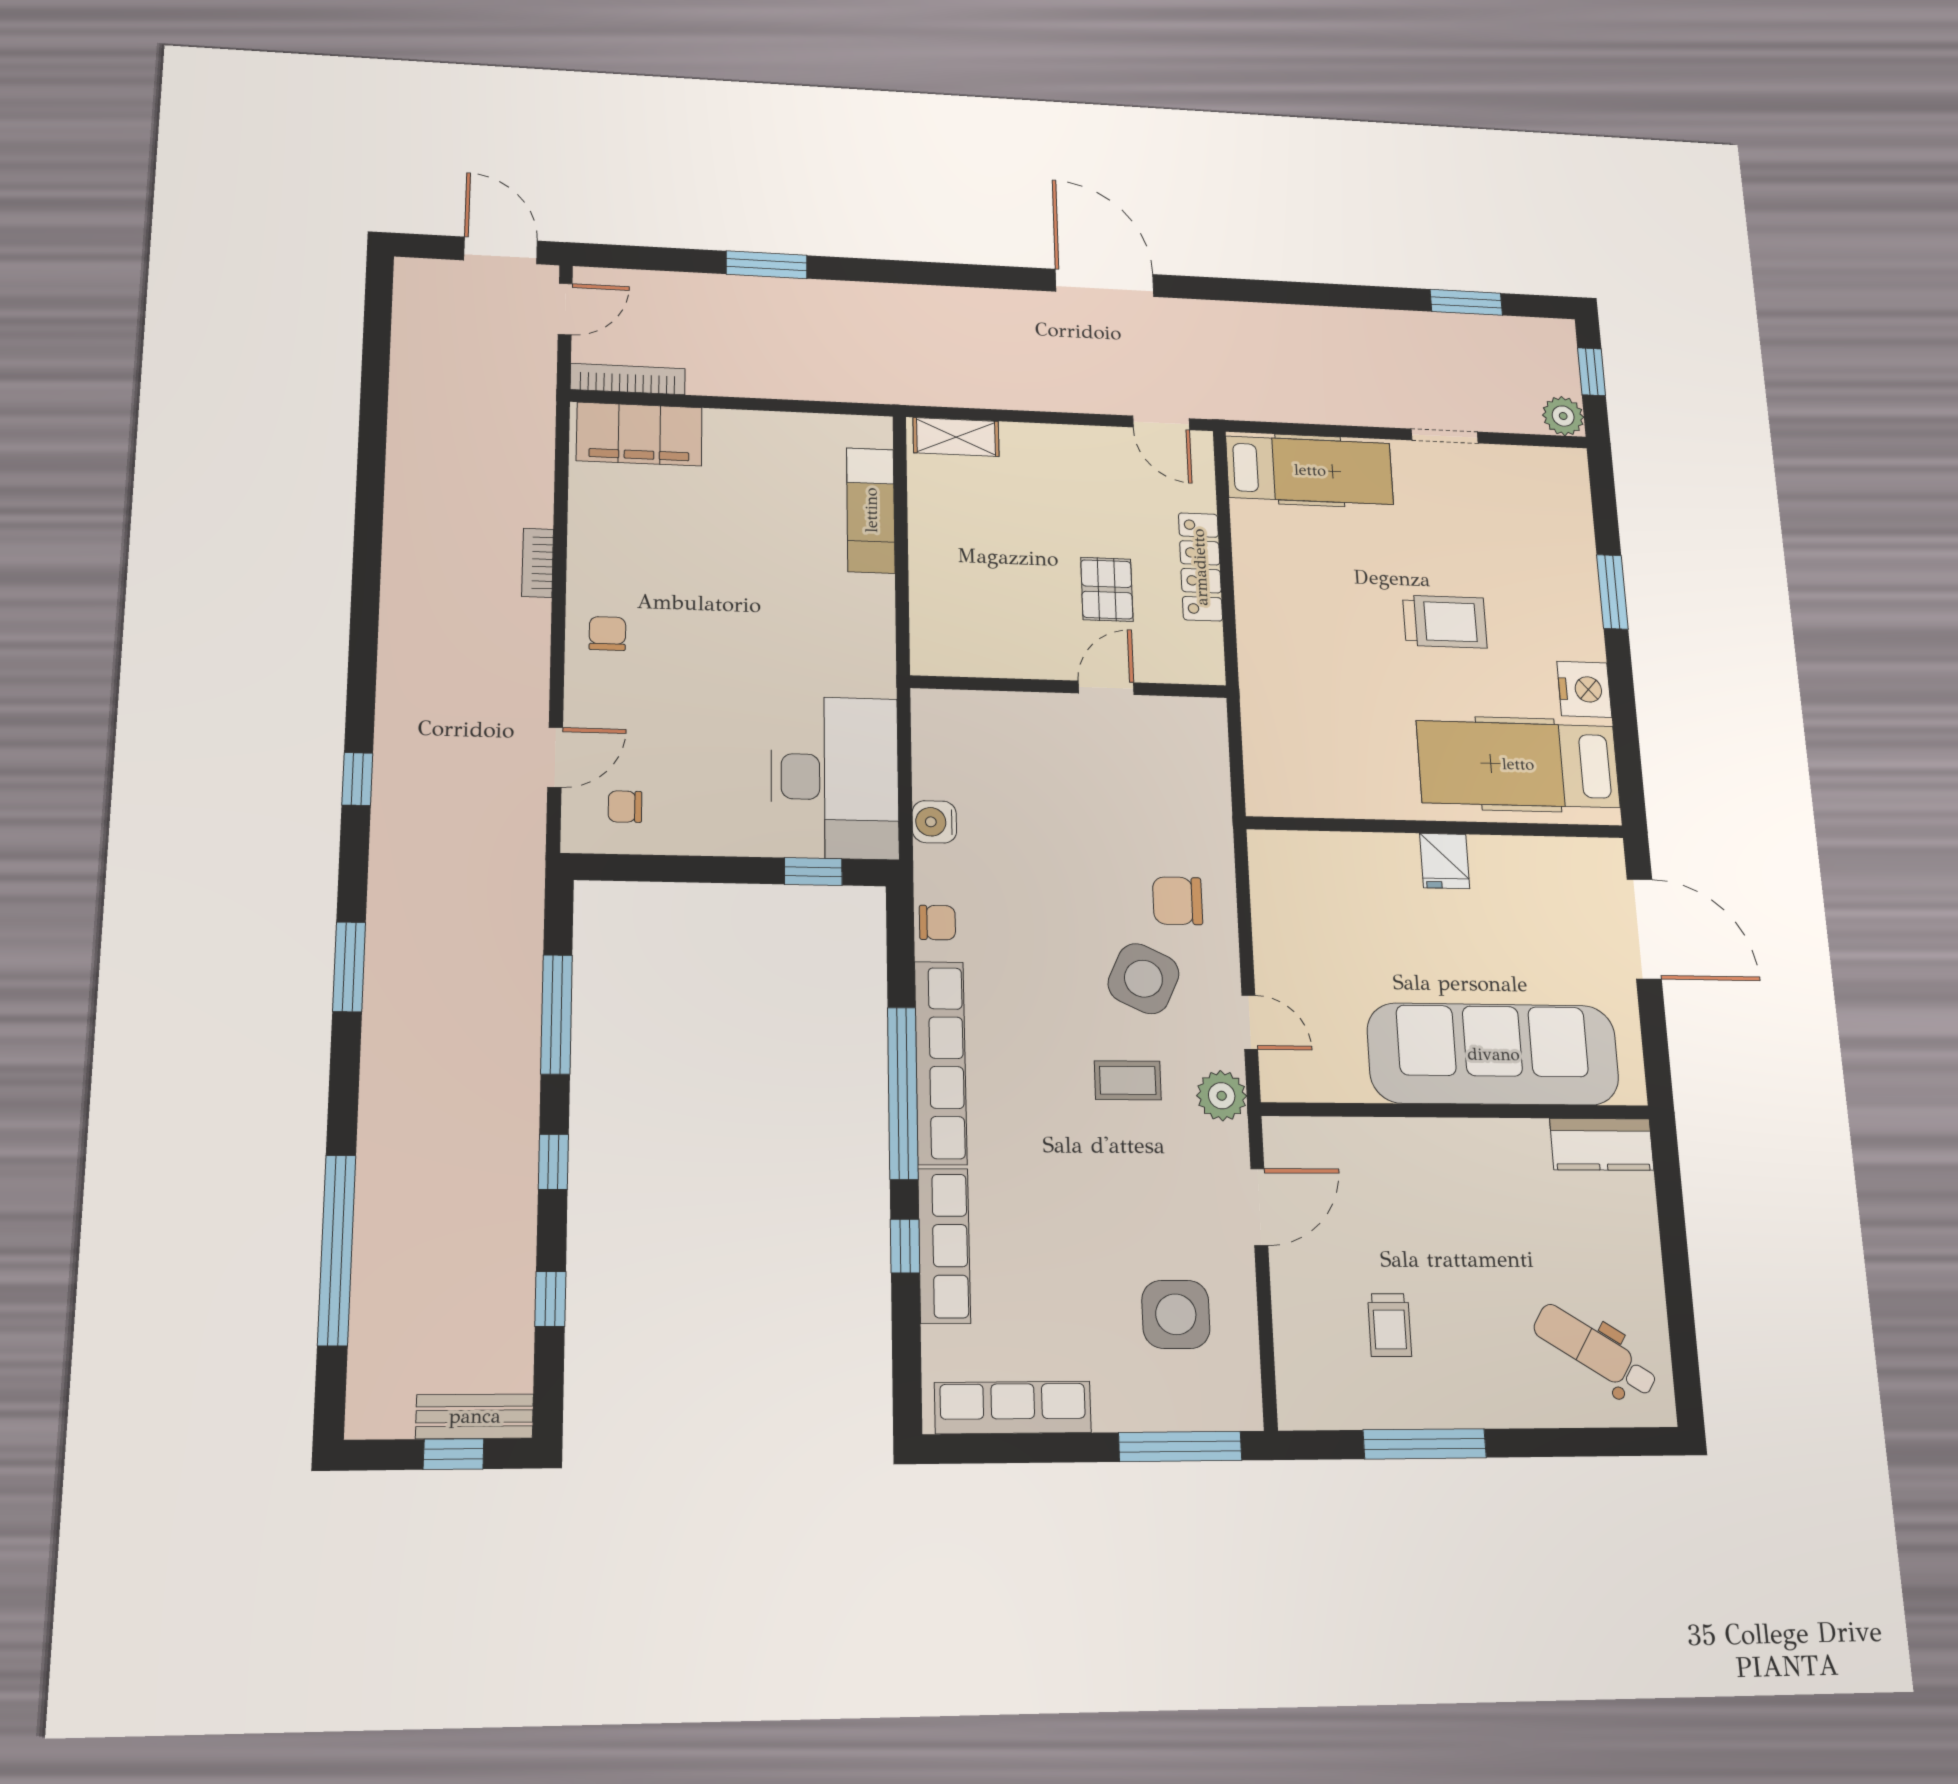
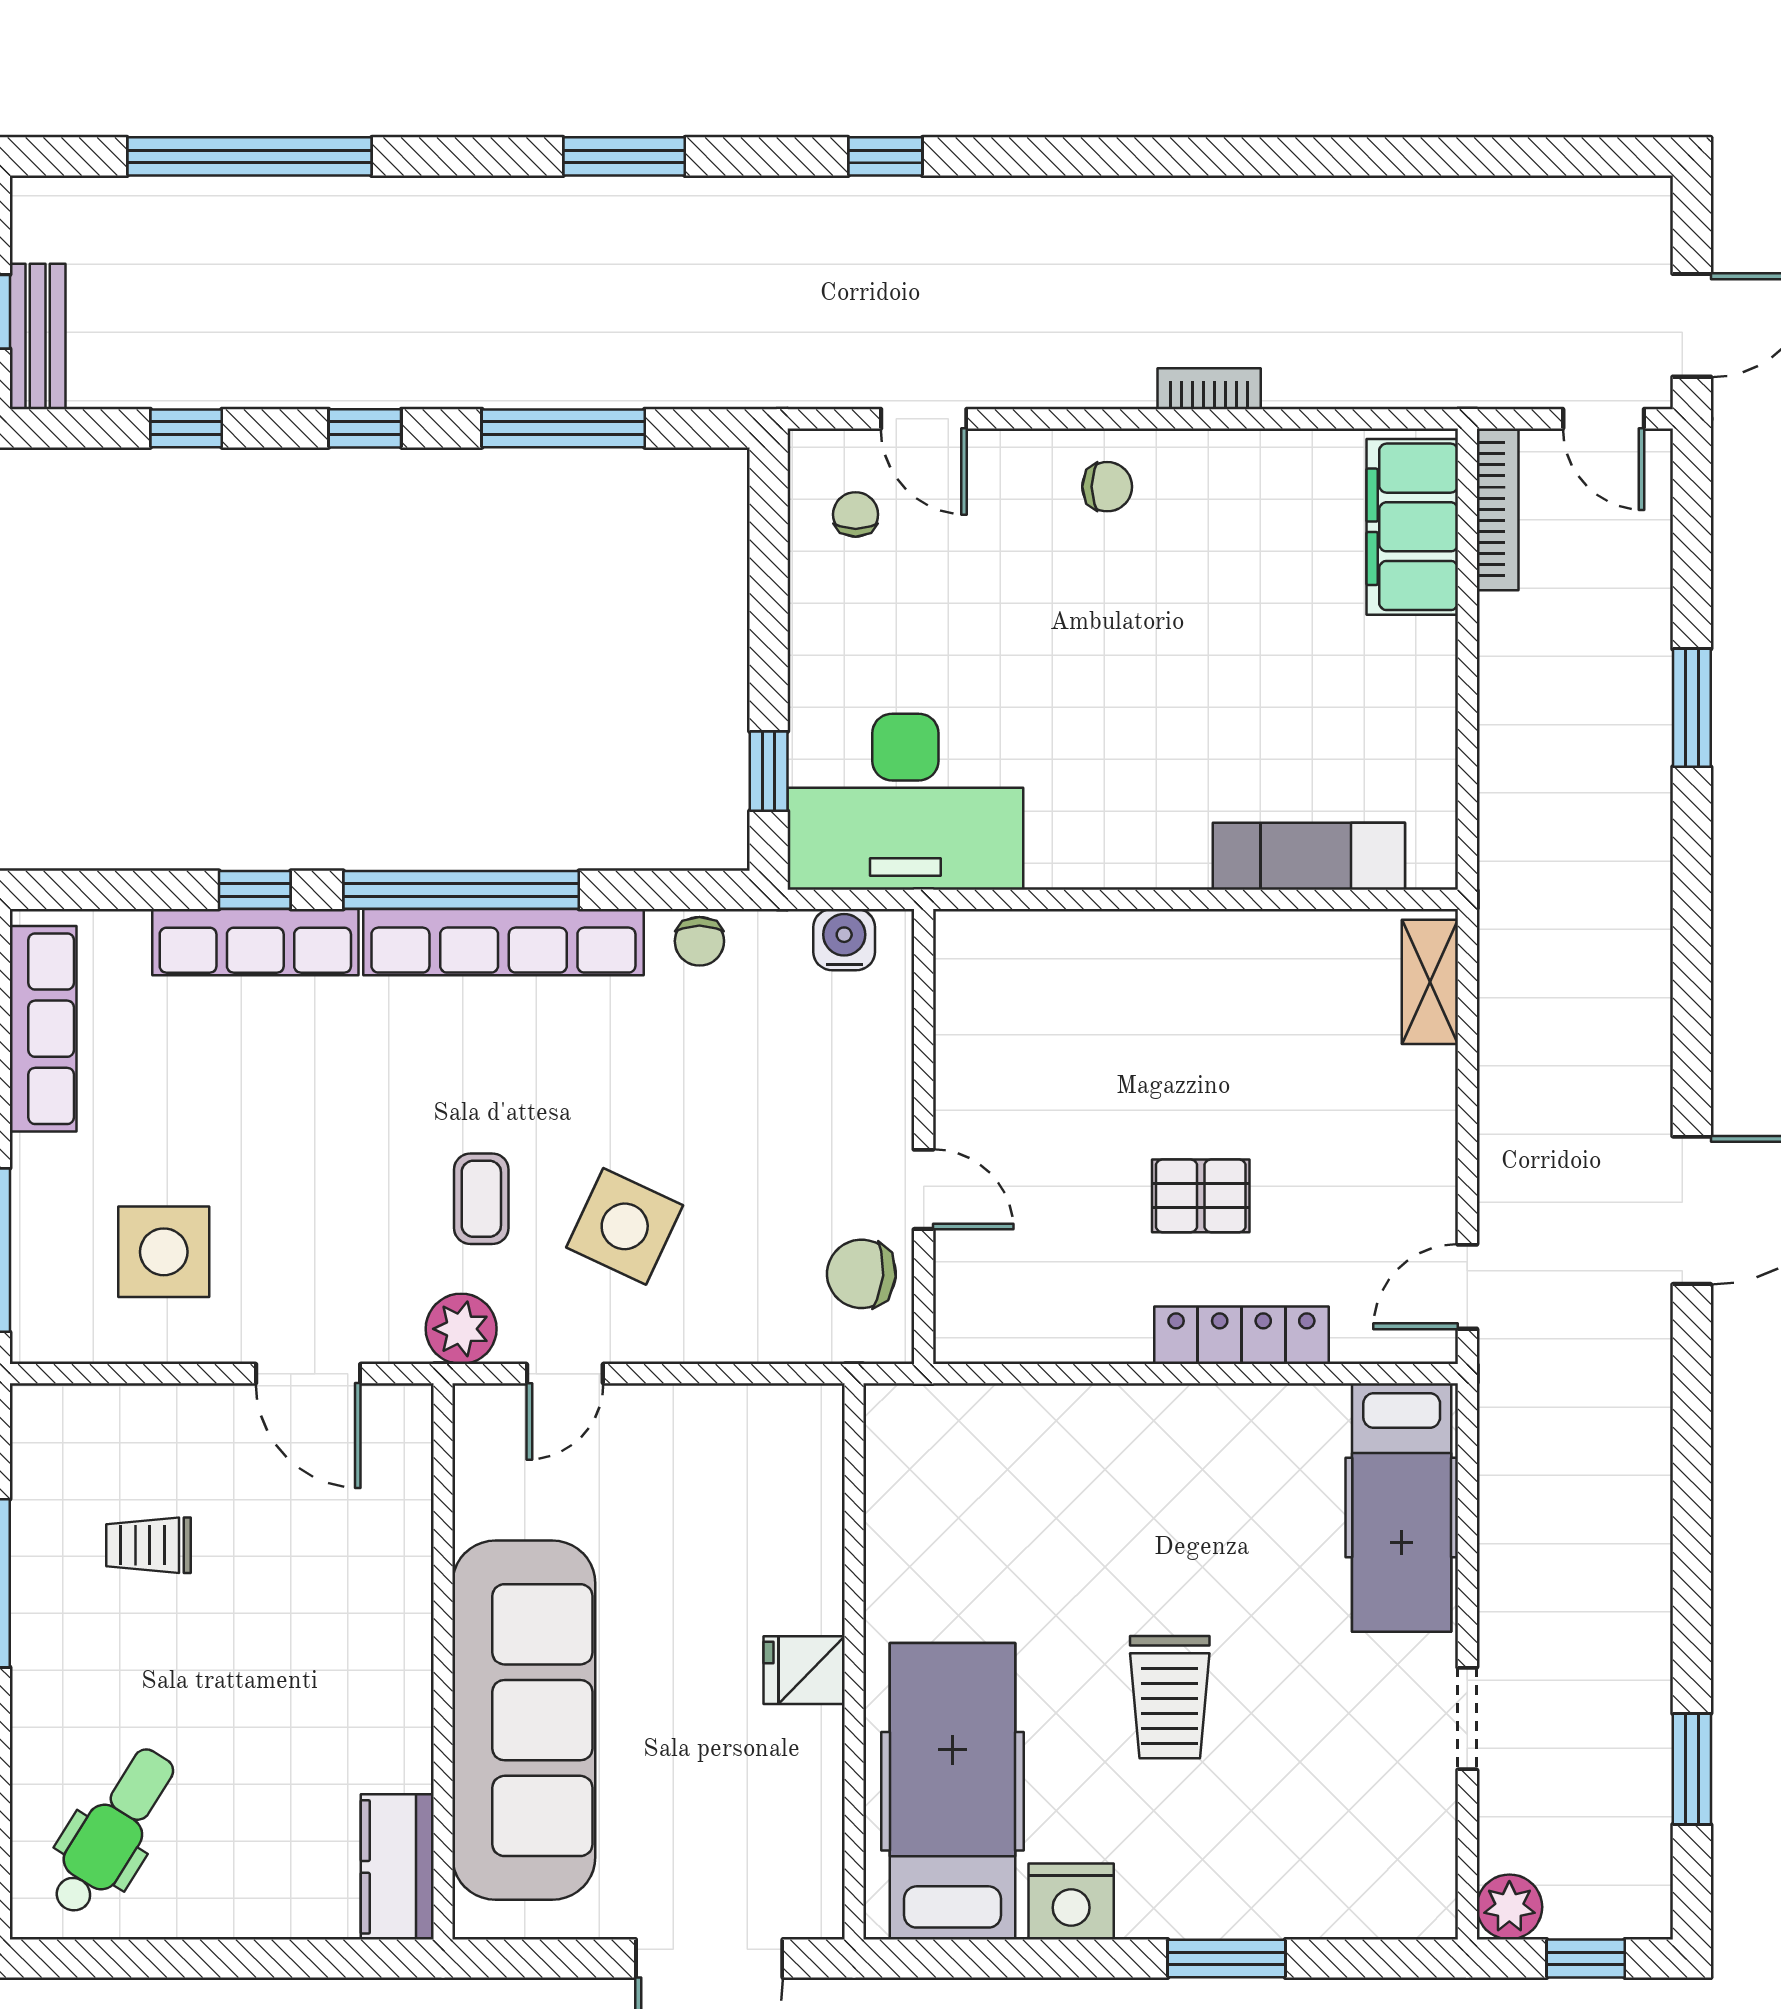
wall: (1070, 687) -> (924, 1137), moved
door: (1106, 688) -> (924, 1189), moved
chair: (1178, 901) -> (861, 1274), moved, turned -85

